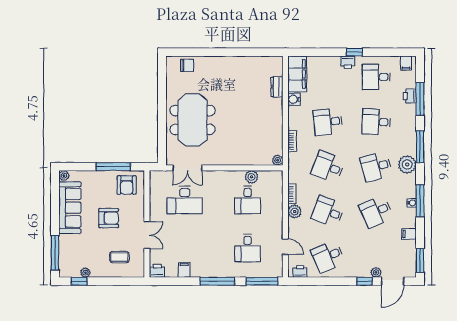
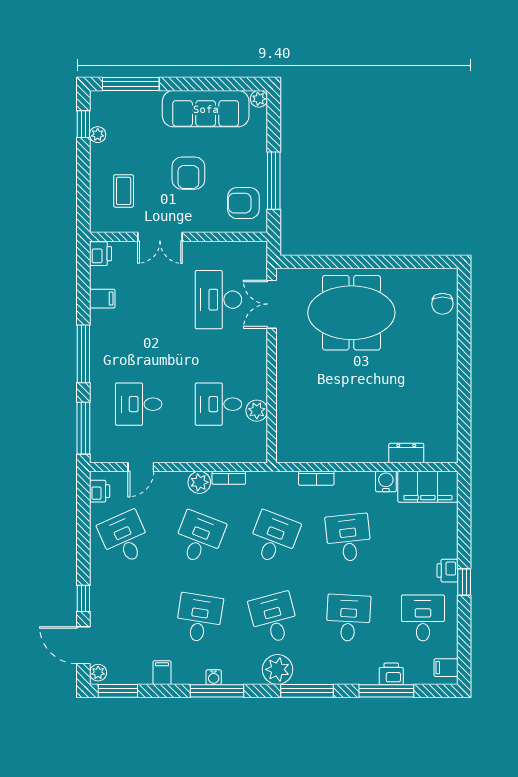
plant: (278, 160) -> (285, 454), removed
desk: (376, 212) -> (199, 618), turned 33
plant: (376, 272) -> (98, 673), moved

